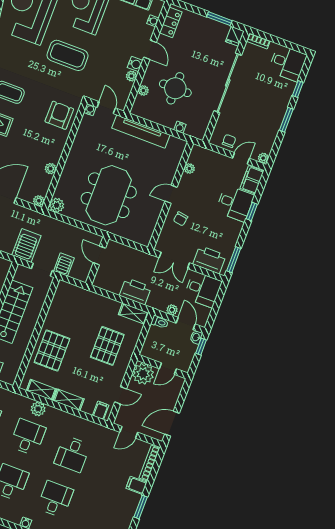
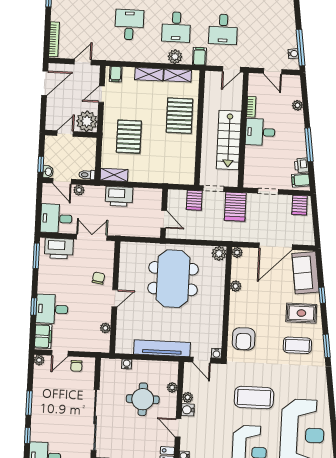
filing cabinet: (136, 485) -> (199, 56), moved, turned -90

